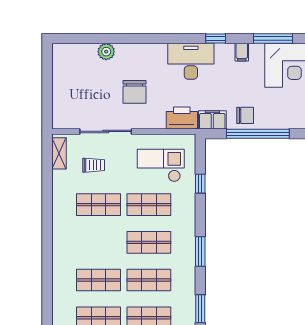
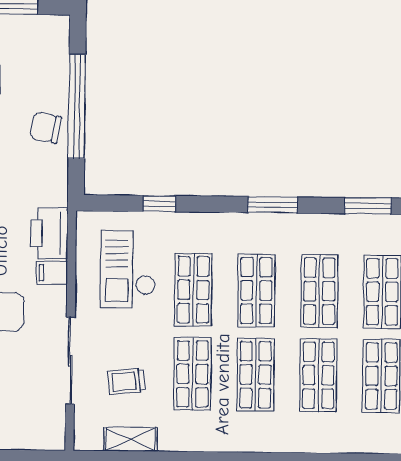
chair: (245, 115) -> (46, 128), turned -79
filing cabinet: (212, 120) -> (52, 273), moved, width x0.50
shelving: (59, 153) -> (130, 439), moved
trolley: (94, 165) -> (126, 381), turned -96
shop shelf: (99, 242) -> (255, 375), added

